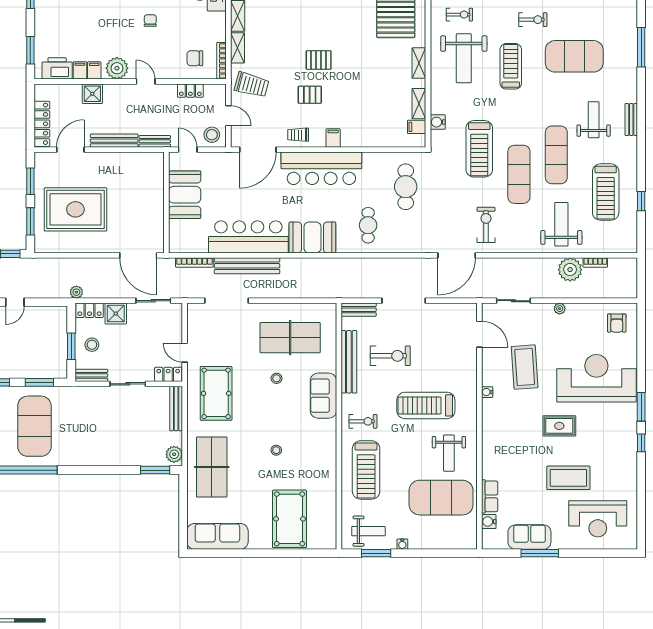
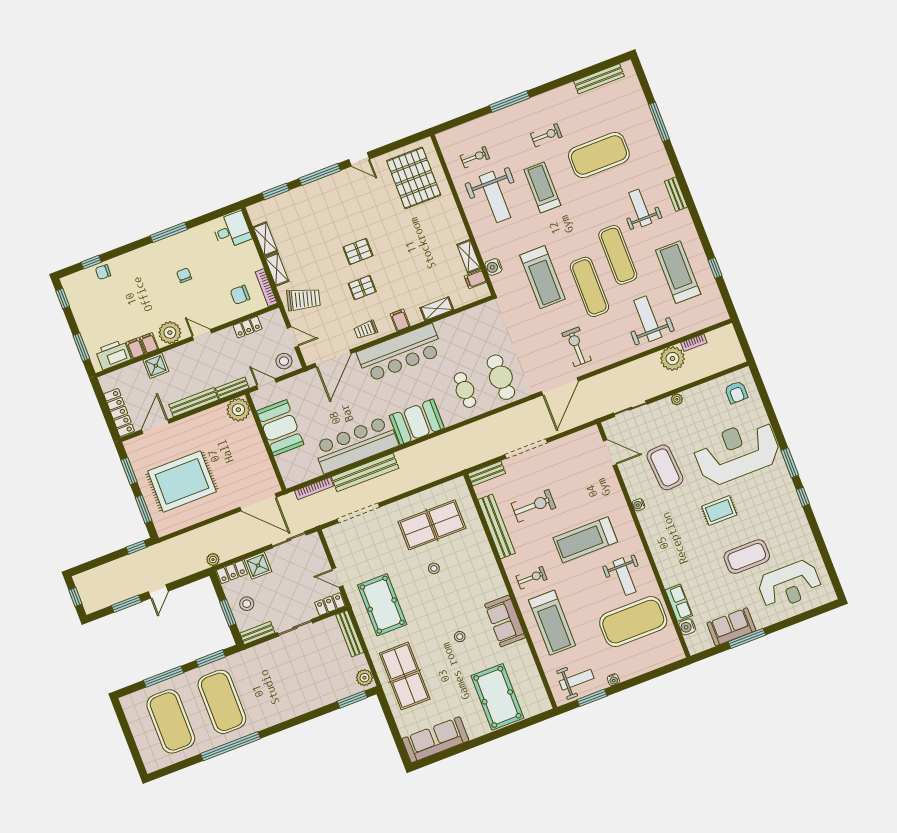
shelving: (419, 63) -> (437, 309), moved, turned 90
plant: (153, 163) -> (238, 410), added
cafe table: (406, 187) -> (501, 377), moved
treadmill: (606, 192) -> (678, 272), turned 180
sofa: (323, 396) -> (505, 621), moved

